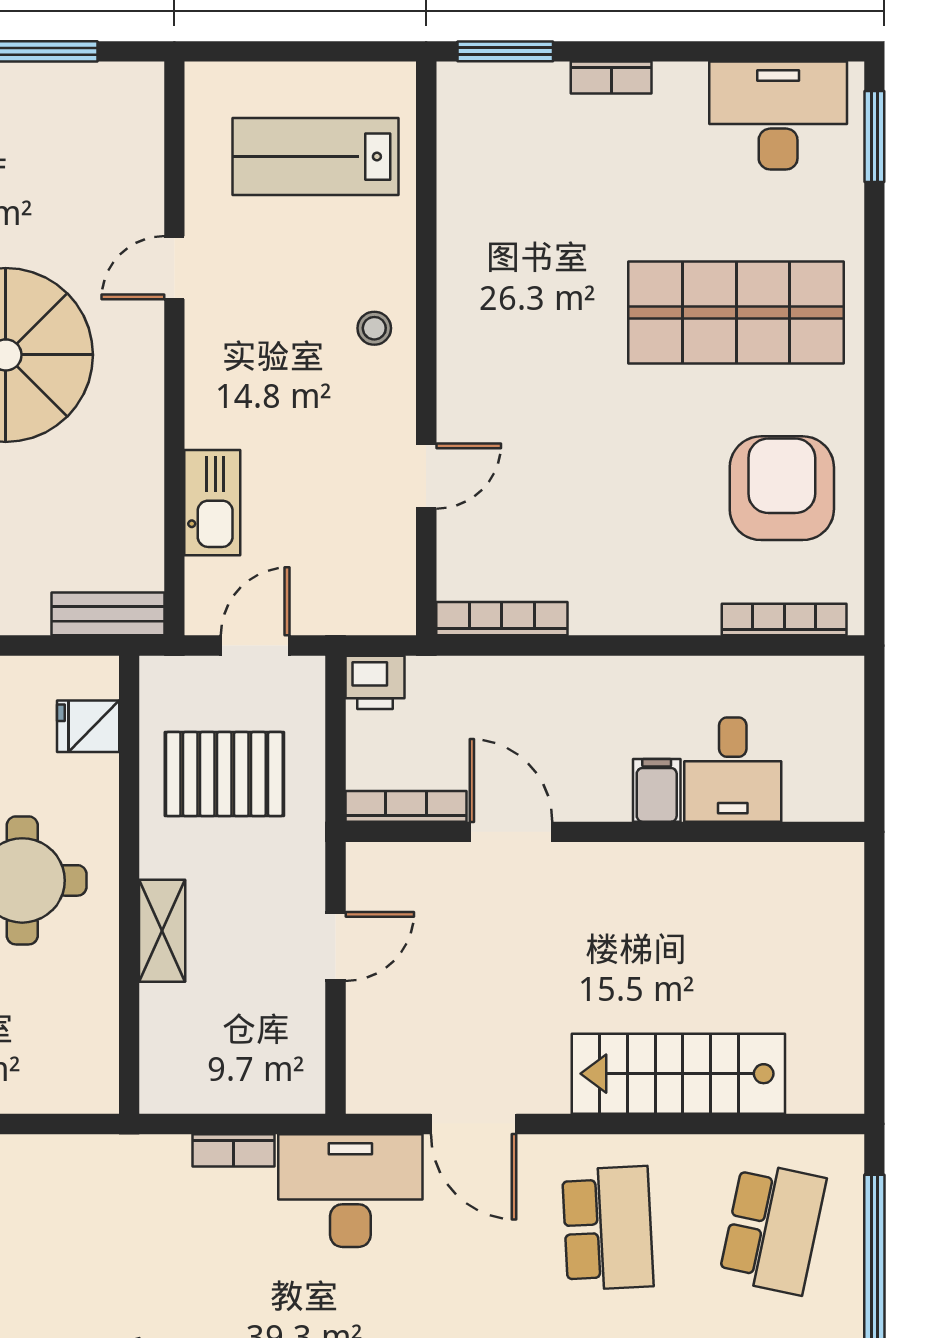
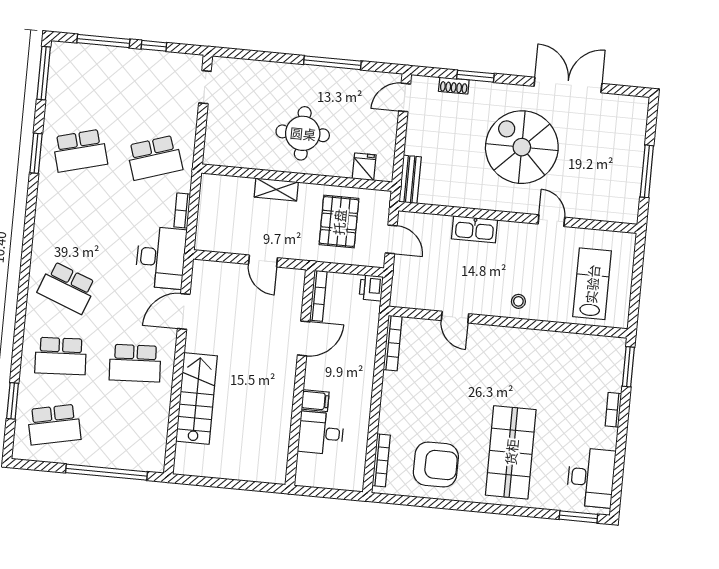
kitchen sink: (212, 503) -> (475, 229), moved
school desk: (773, 1228) -> (155, 158), moved, turned -30

